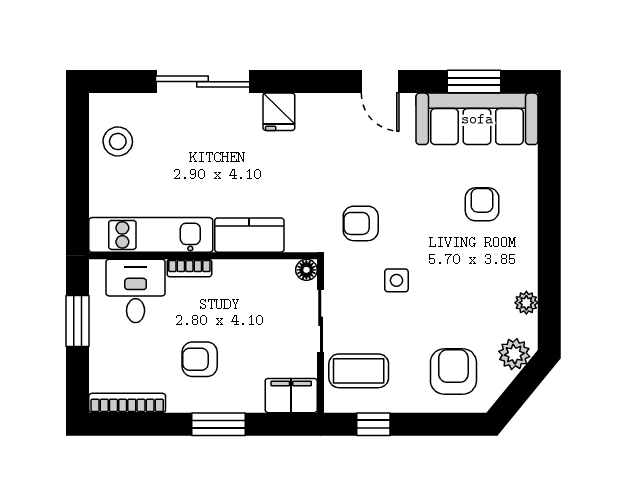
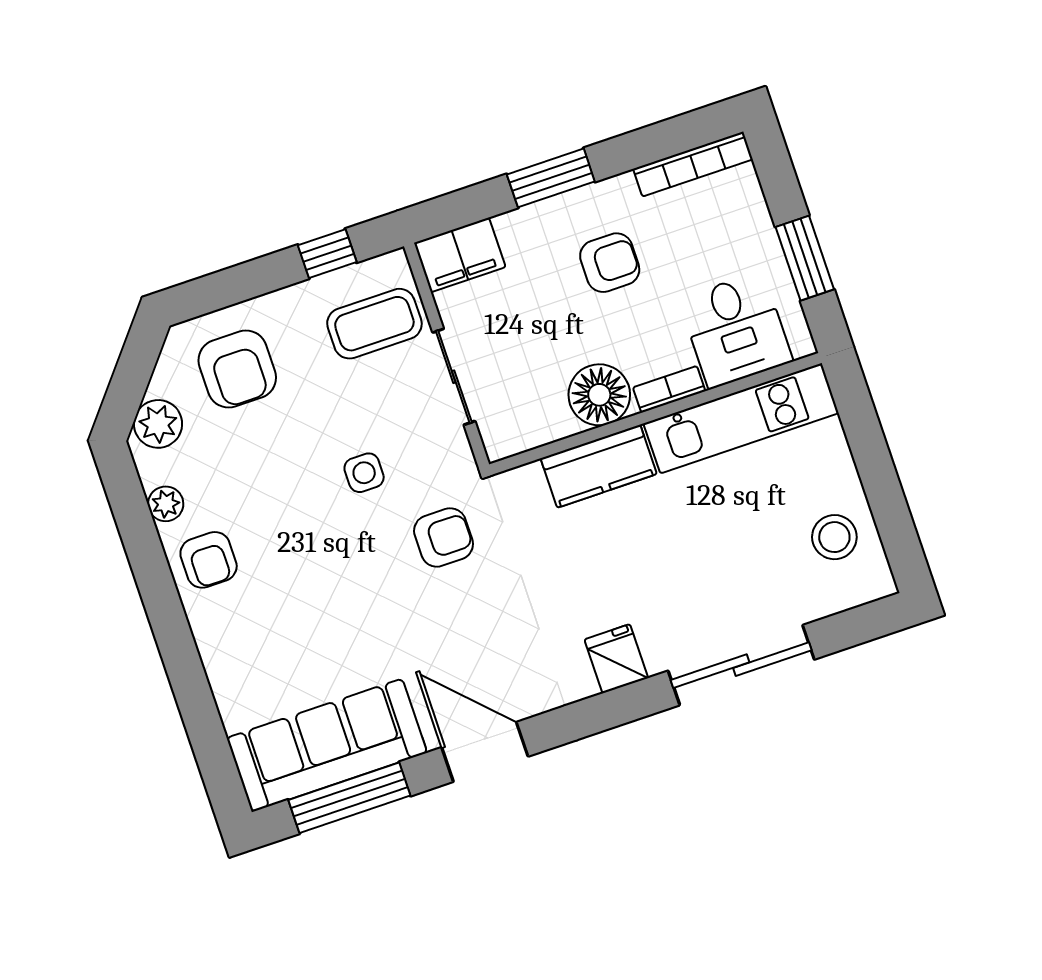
door: (380, 82) -> (485, 752), width x1.38
window: (474, 82) -> (349, 798), width x1.44
armchair: (482, 204) -> (209, 560), moved
floor lamp: (306, 270) -> (599, 395), moved, width x1.89, depth x1.89

